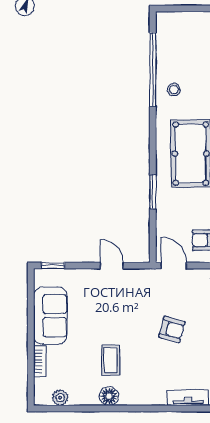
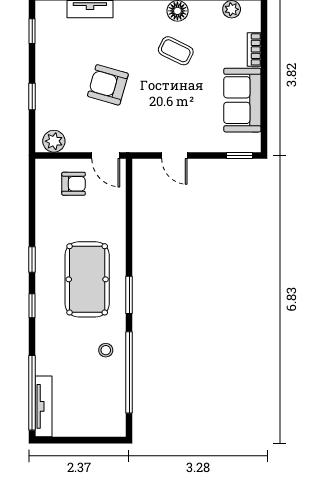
window: (153, 192) -> (129, 295), moved
armchair: (172, 329) -> (108, 85), width x1.38, depth x1.38
coffee table: (111, 360) -> (176, 51), turned -64

